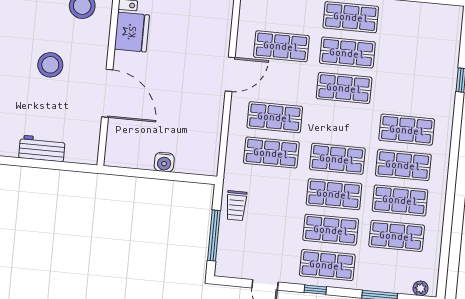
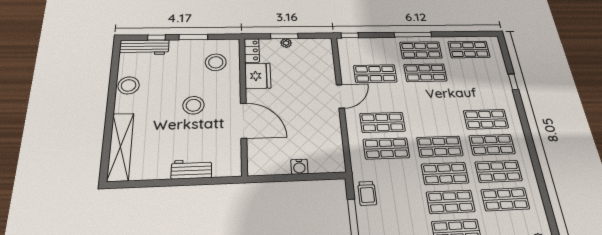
shop shelf: (344, 88) -> (469, 49), moved

